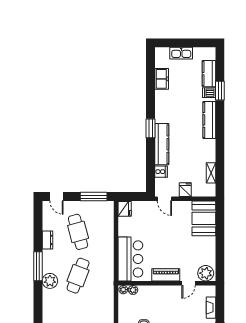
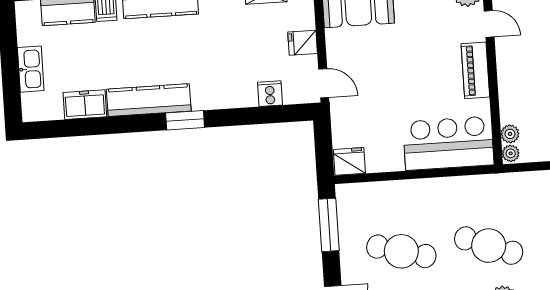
kitchen counter: (162, 144) -> (149, 100), moved
door: (164, 199) -> (324, 83), hinge flipped
cafe table: (78, 232) -> (401, 251), turned 30

